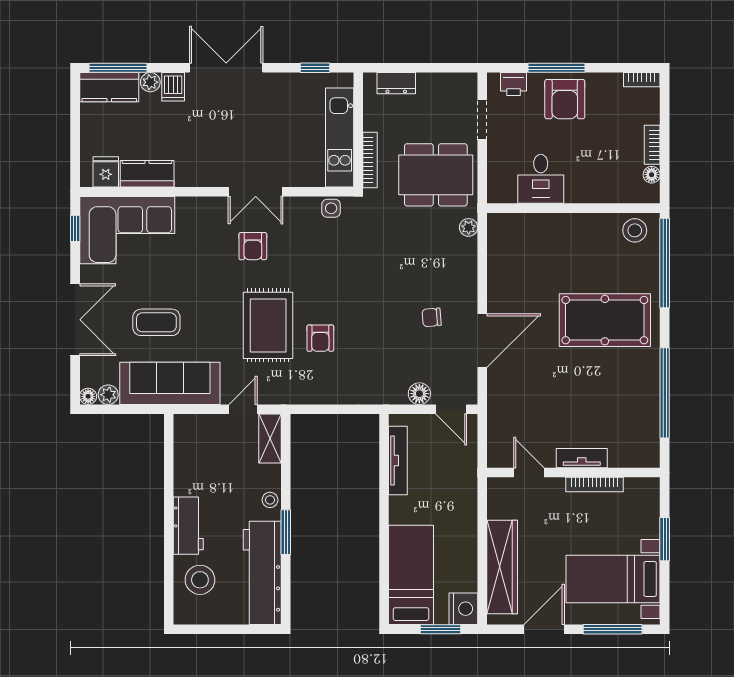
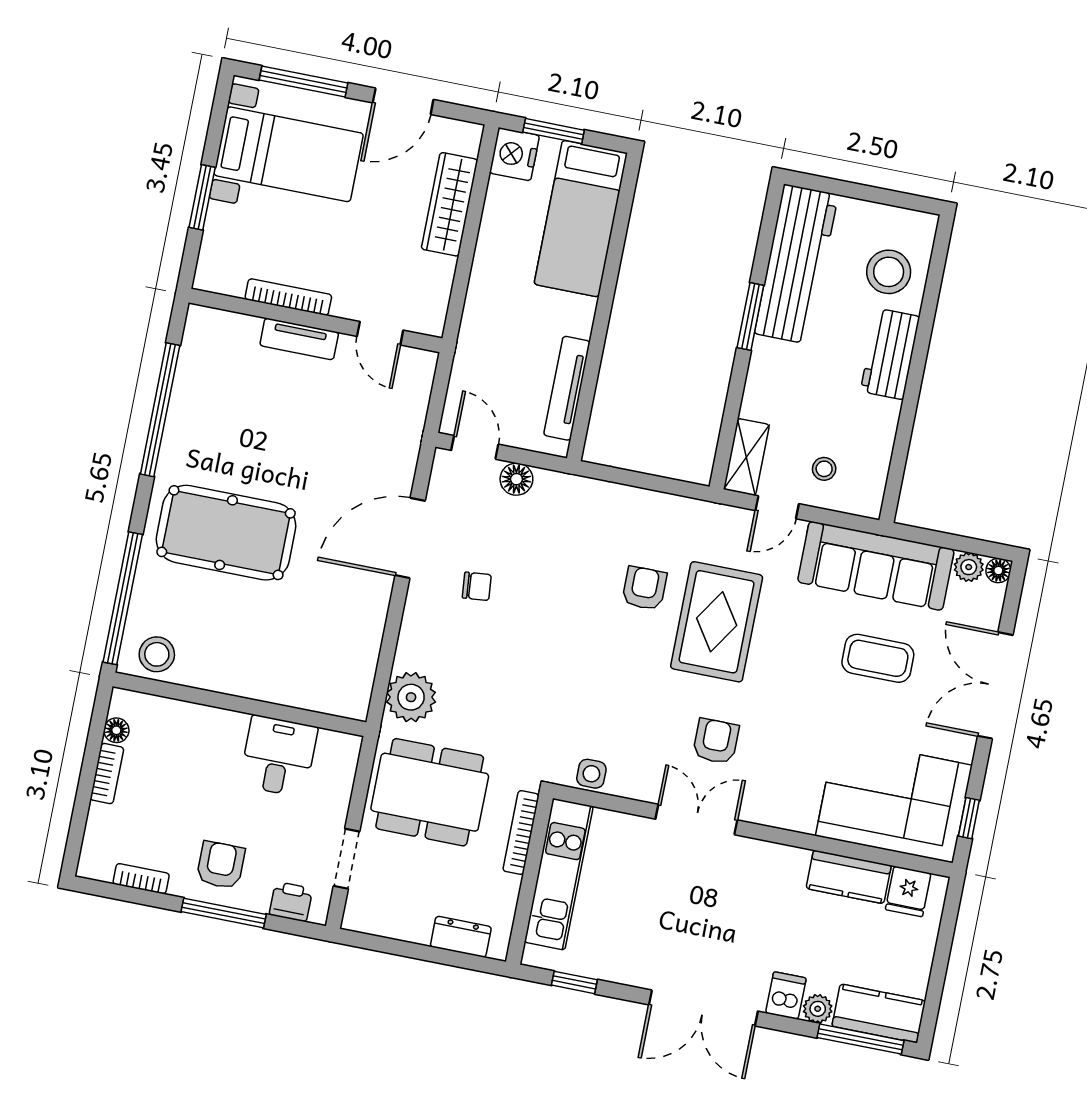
bookcase: (642, 80) -> (141, 879), moved
armchair: (565, 99) -> (221, 865), width x0.72, depth x0.72
plant: (469, 227) -> (411, 697), width x1.88, depth x1.88
stool: (270, 500) -> (824, 469), moved
wardrobe: (502, 567) -> (449, 204), width x0.71, depth x0.85

